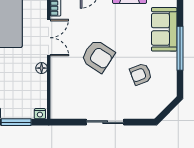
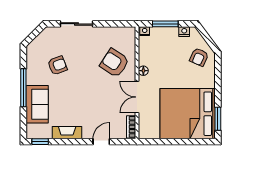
armchair: (98, 56) -> (115, 63), moved
sliding door: (105, 122) -> (77, 24), moved

